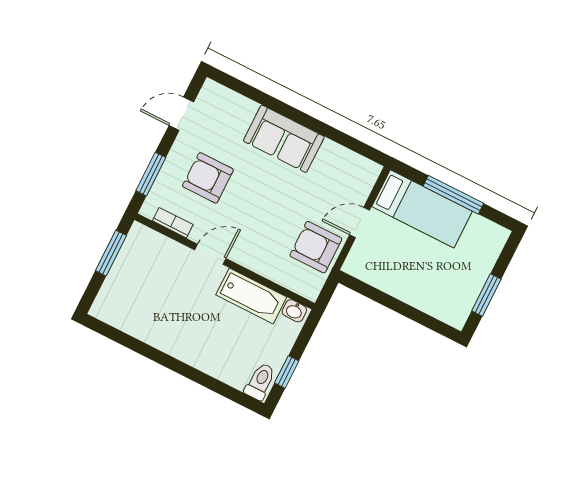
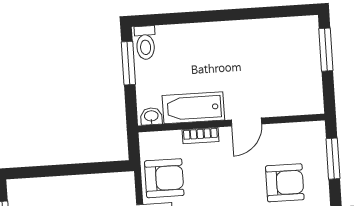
bookcase: (173, 223) -> (200, 136), moved
window: (111, 253) -> (326, 50), moved
window: (287, 372) -> (128, 63), width x1.50

